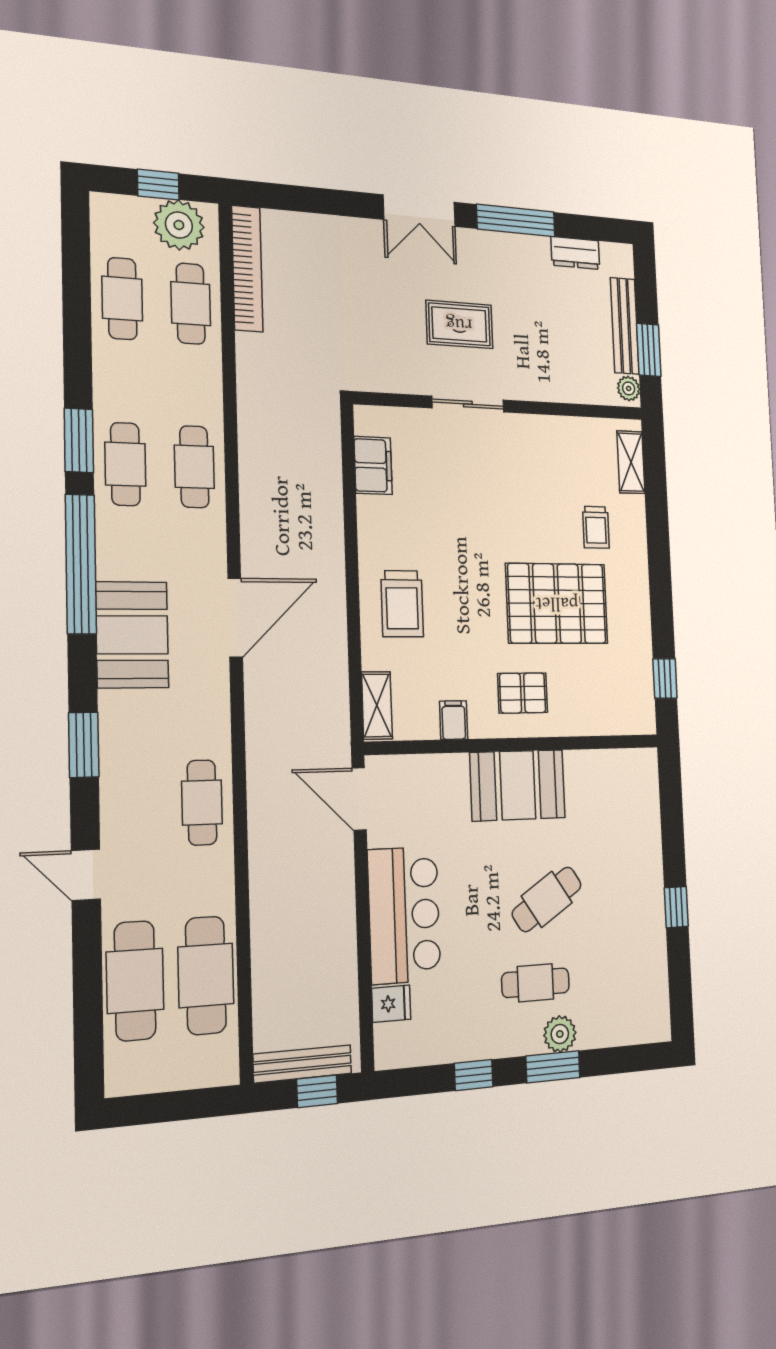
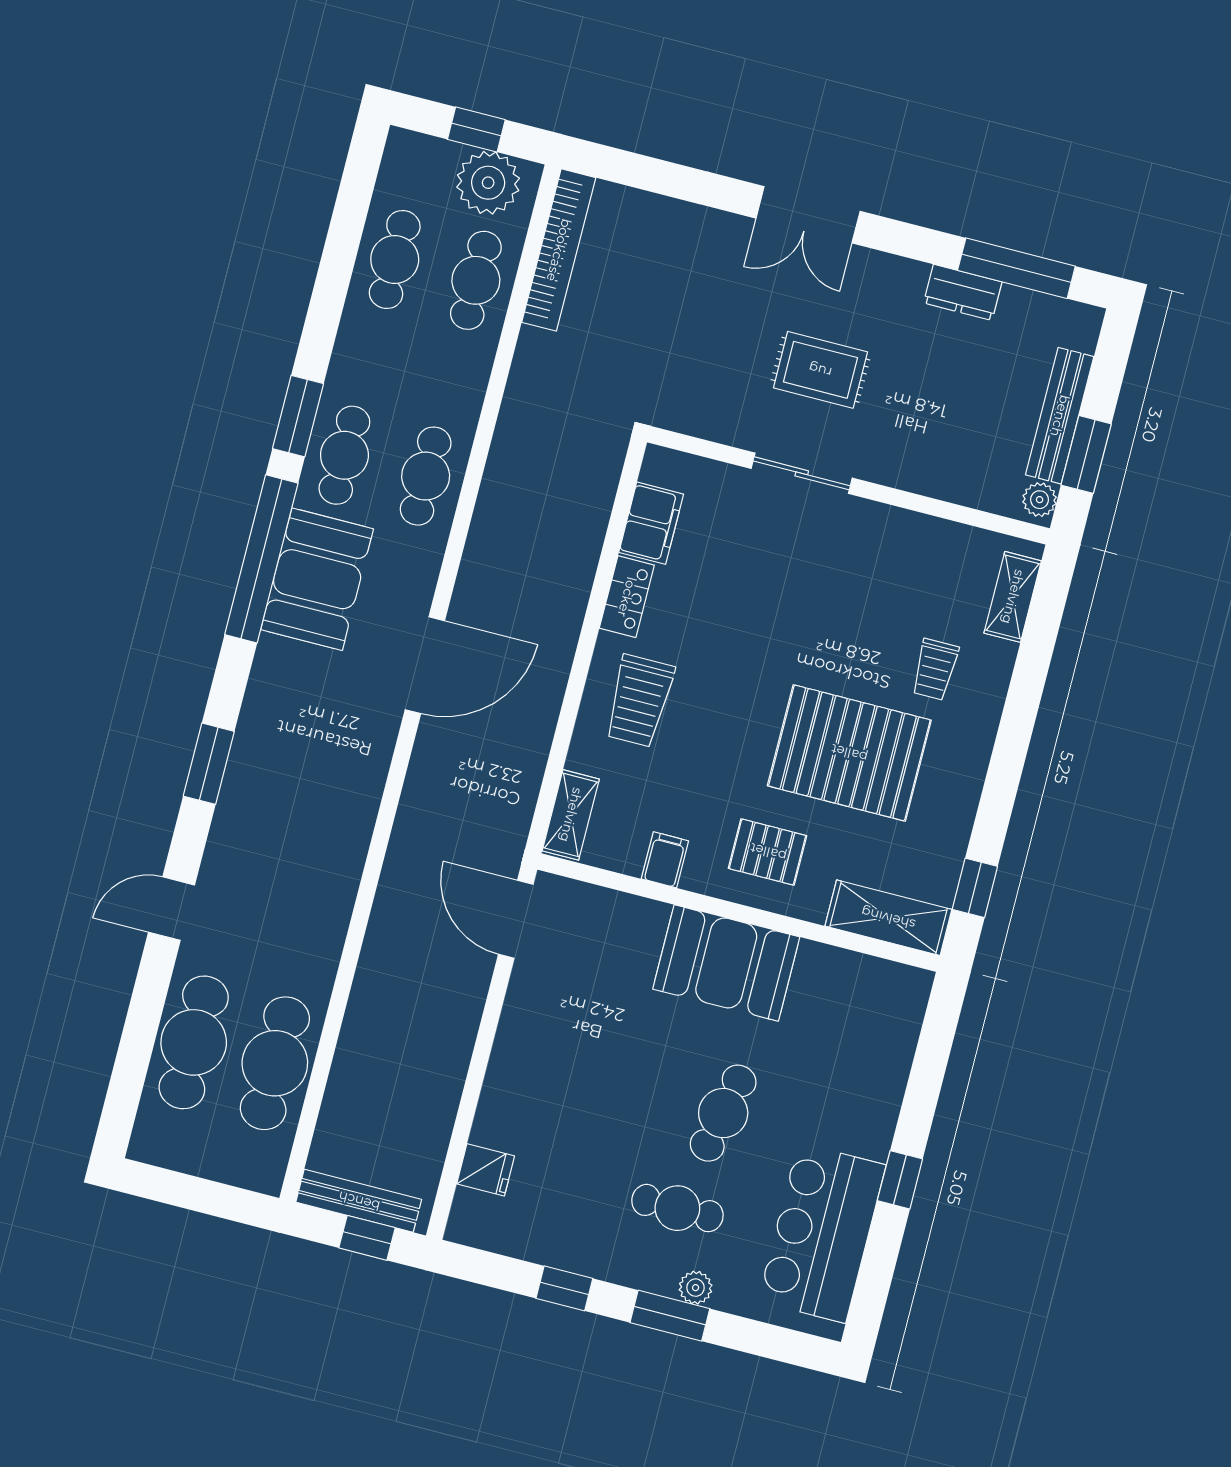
window: (516, 220) -> (1016, 268), moved
dresser: (575, 253) -> (963, 292), moved
locker: (371, 526) -> (627, 597), added
booth: (132, 635) -> (317, 579), moved
shelving: (616, 717) -> (888, 918), added
cafe table: (202, 803) -> (325, 868), removed
door: (86, 875) -> (172, 909), hinge flipped
cafe table: (547, 899) -> (723, 1113), turned -45
bar counter: (404, 915) -> (822, 1233), moved, turned 180
plant: (560, 1034) -> (696, 1288), width x0.73, depth x0.73

